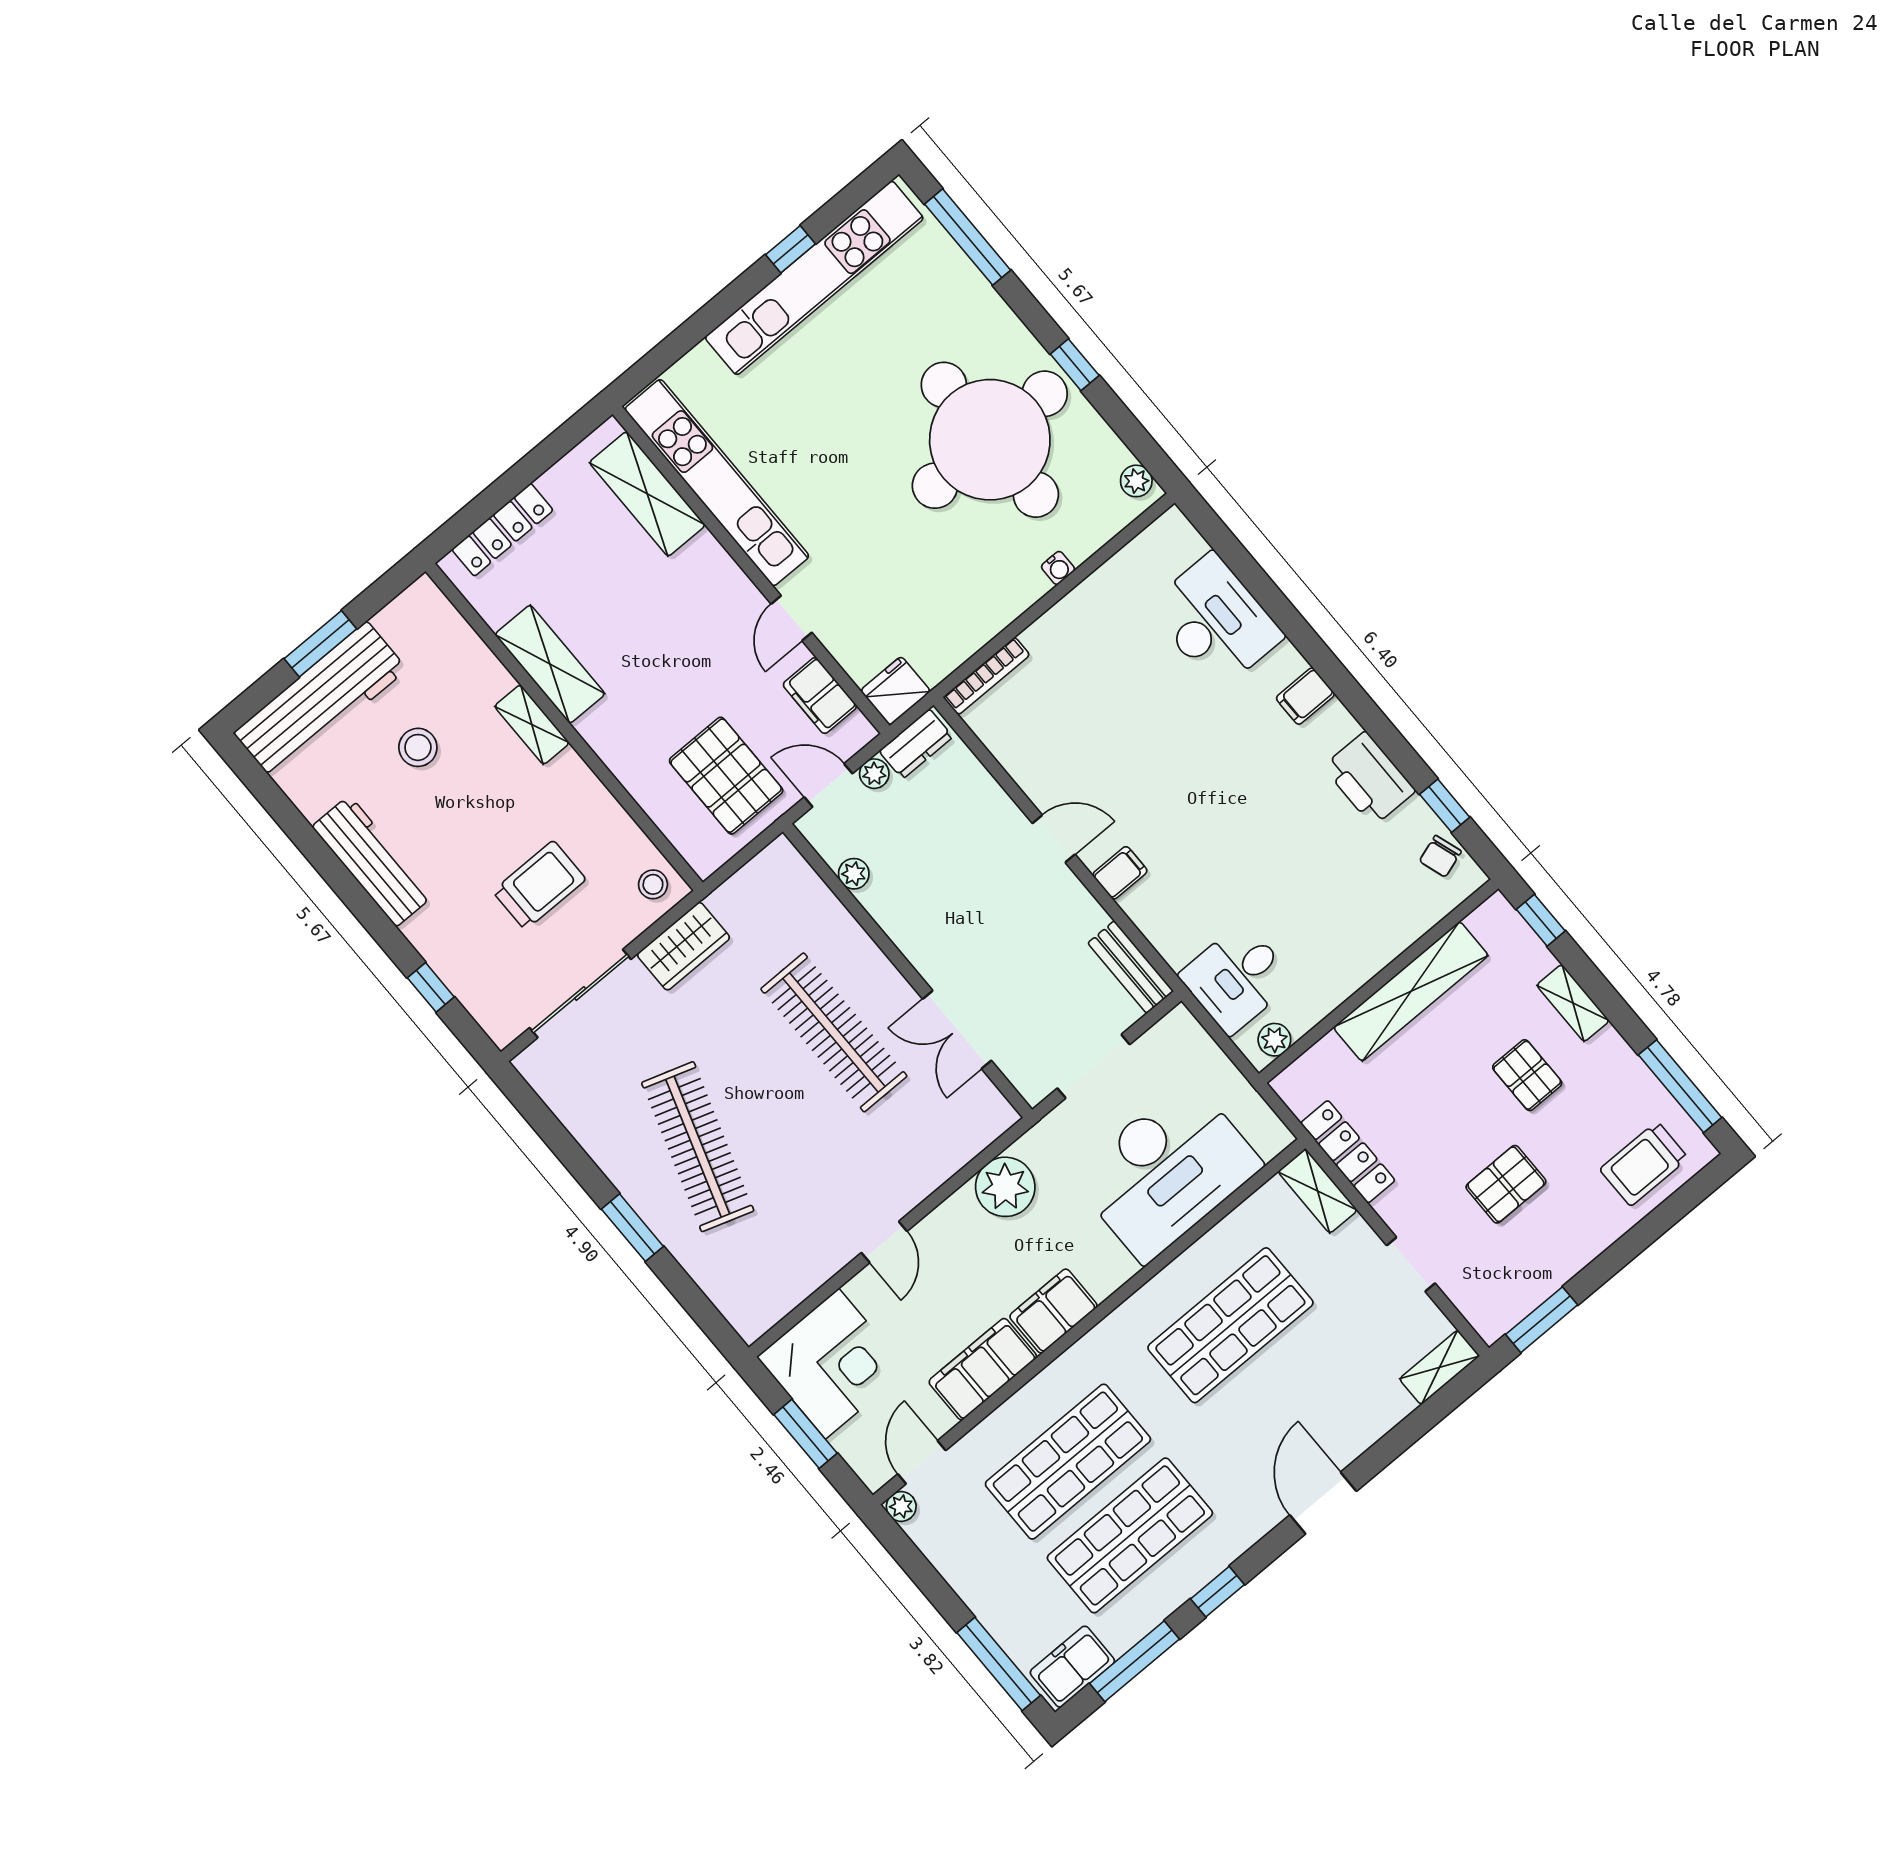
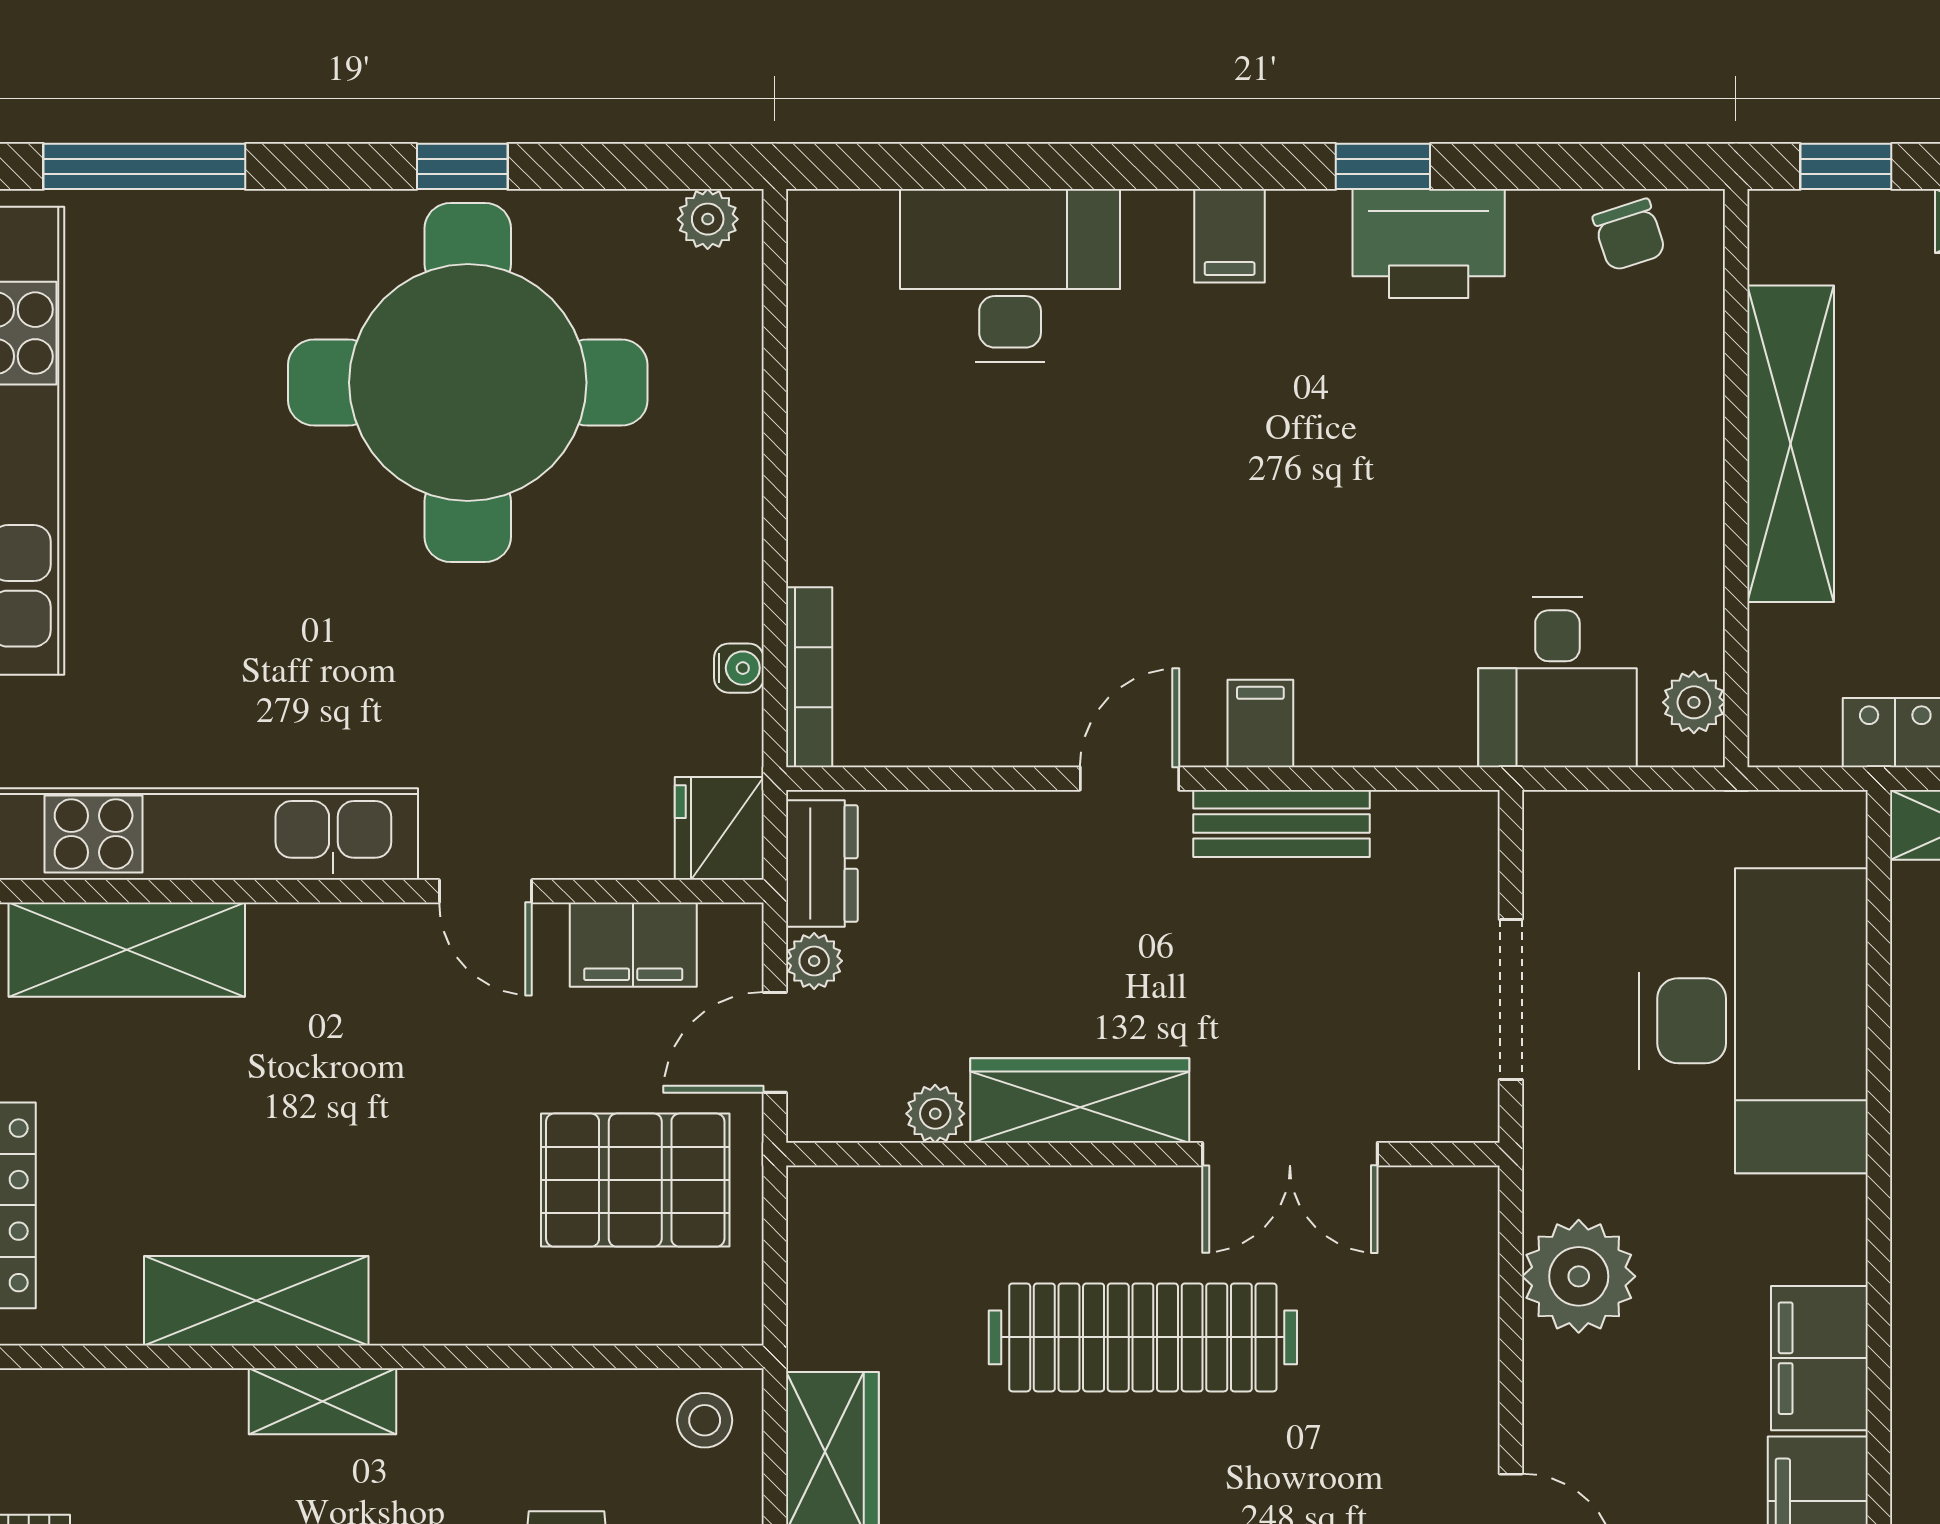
water cooler: (1058, 568) -> (739, 668), moved
window: (1445, 806) -> (1383, 166), moved
wardrobe: (908, 927) -> (1080, 1100), added
bench: (1131, 967) -> (1281, 823), moved

